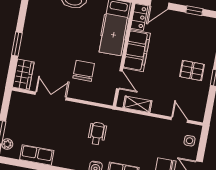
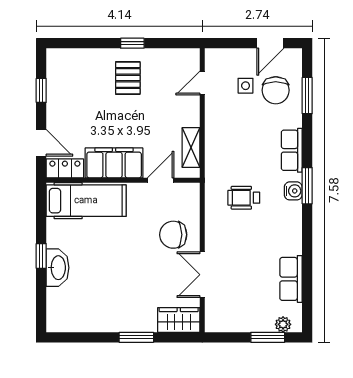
chair: (84, 71) -> (173, 235), moved
side table: (190, 141) -> (246, 86), moved

